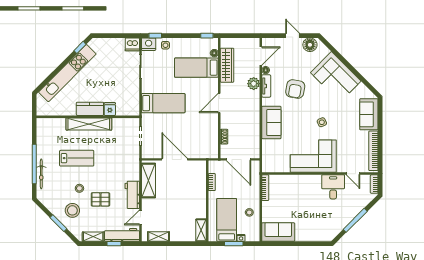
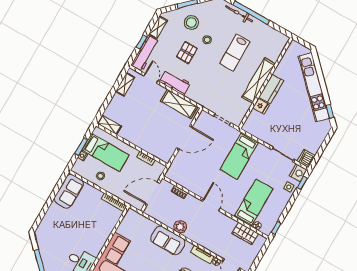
wardrobe: (227, 65) -> (245, 233), width x0.67
plant: (254, 84) -> (180, 227), moved

